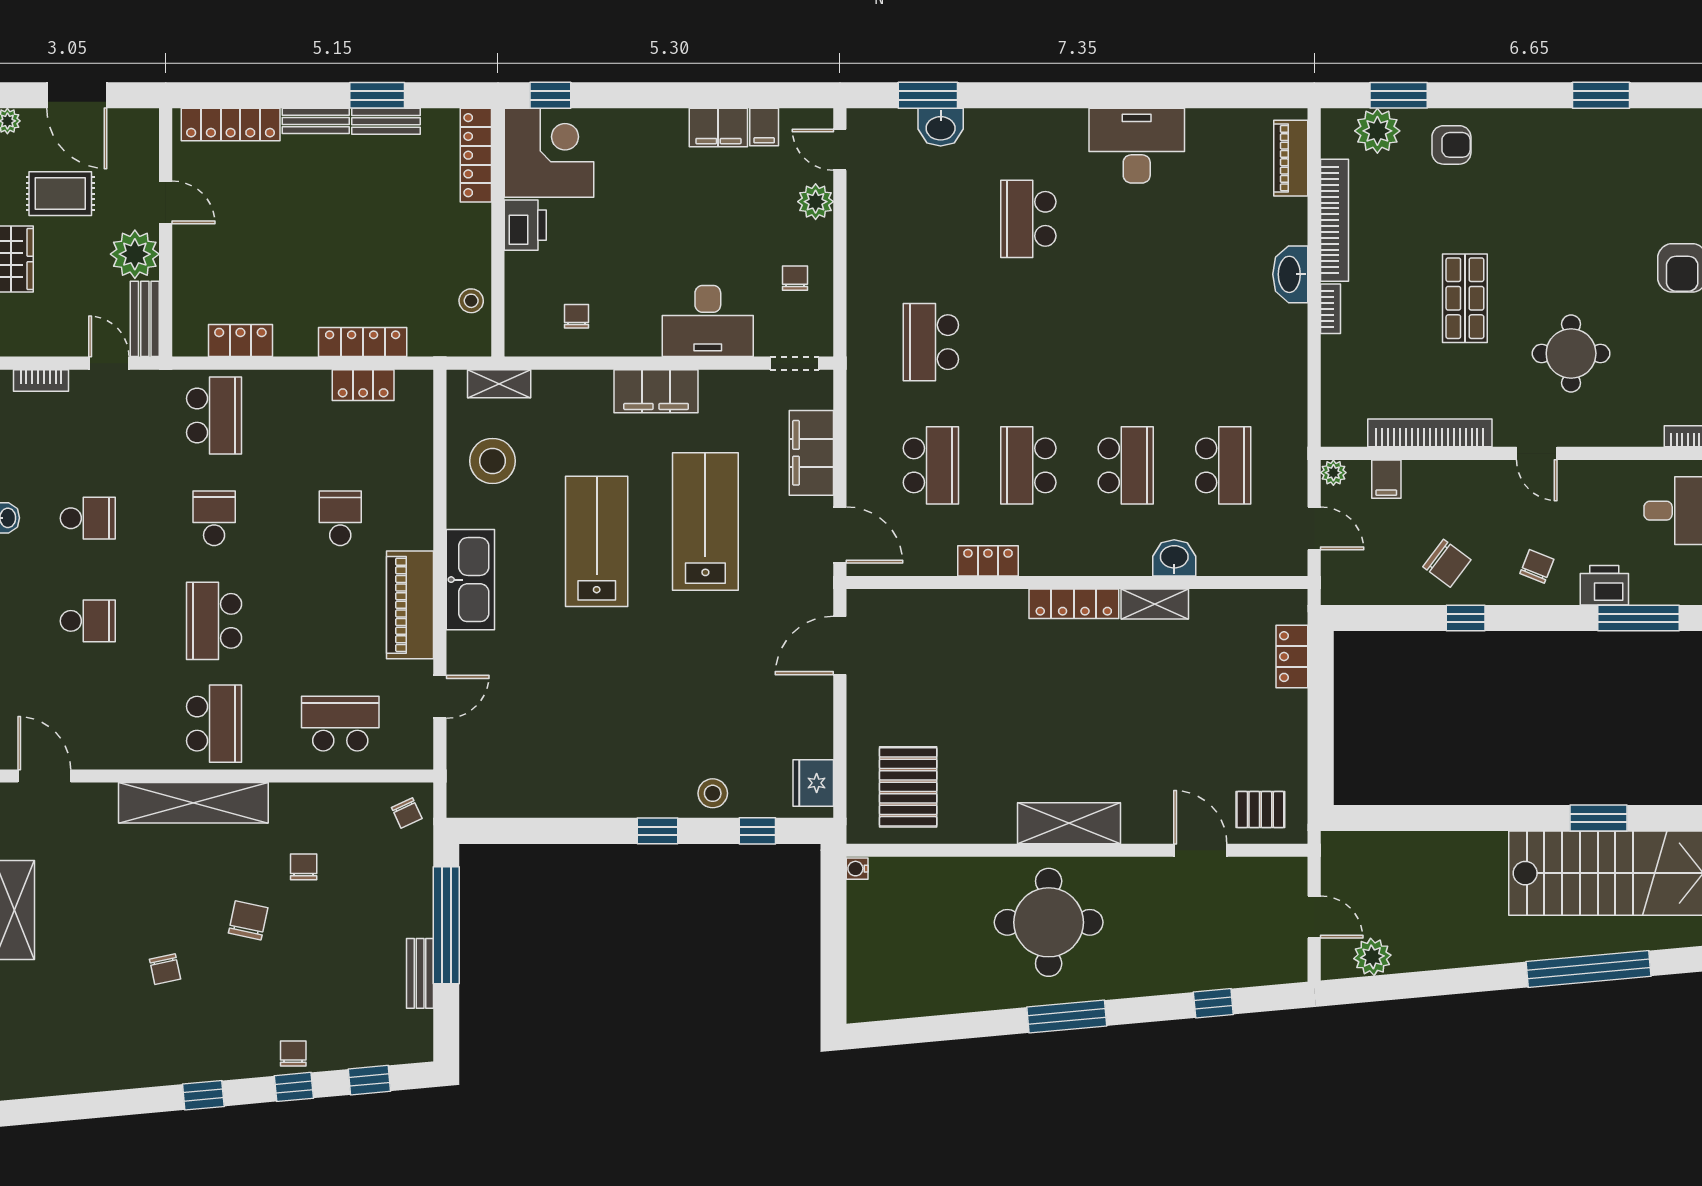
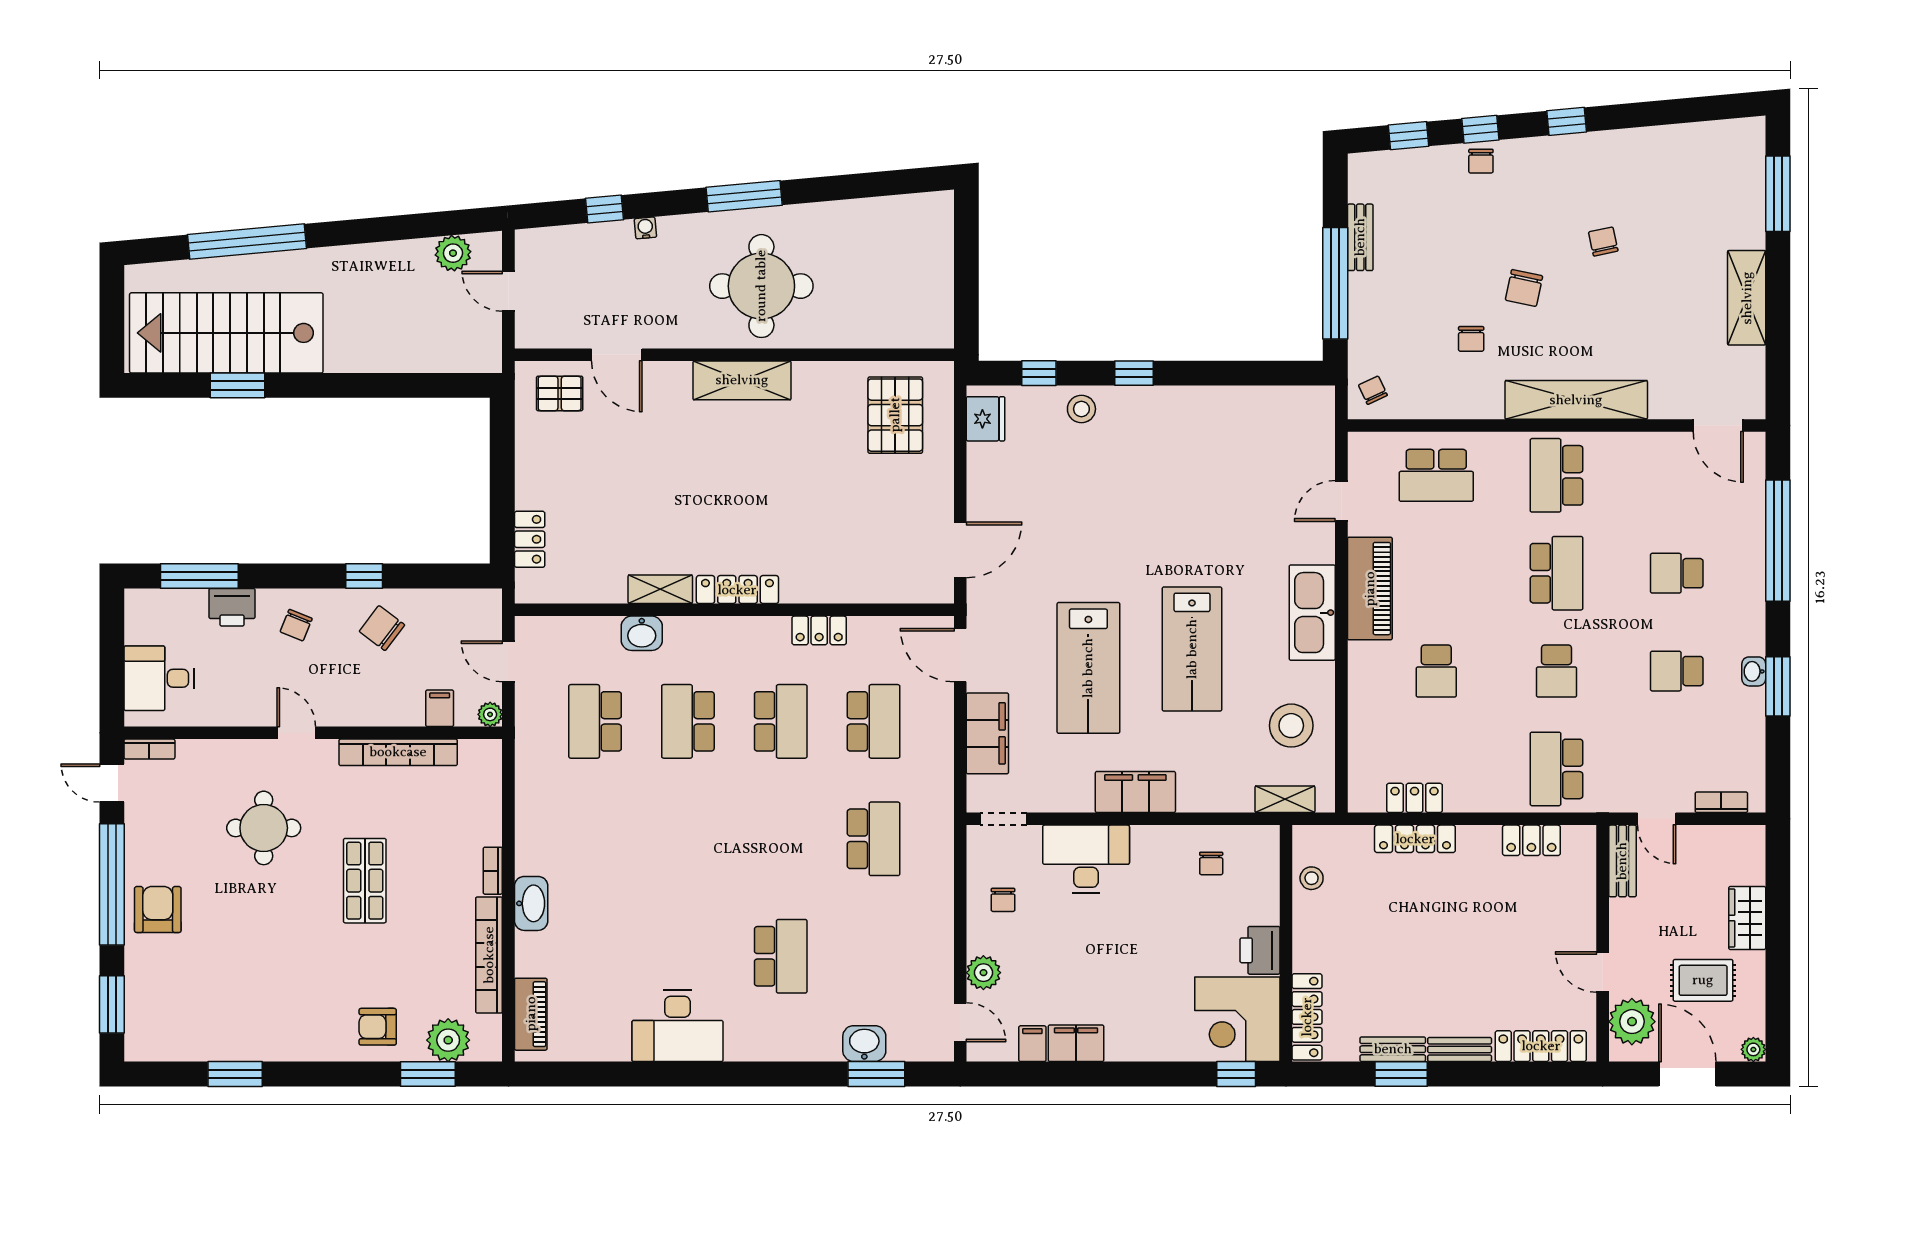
plant: (135, 254) -> (1632, 1022), moved
school desk: (931, 465) -> (874, 721), turned 180
water cooler: (857, 869) -> (645, 228), moved, turned -95

